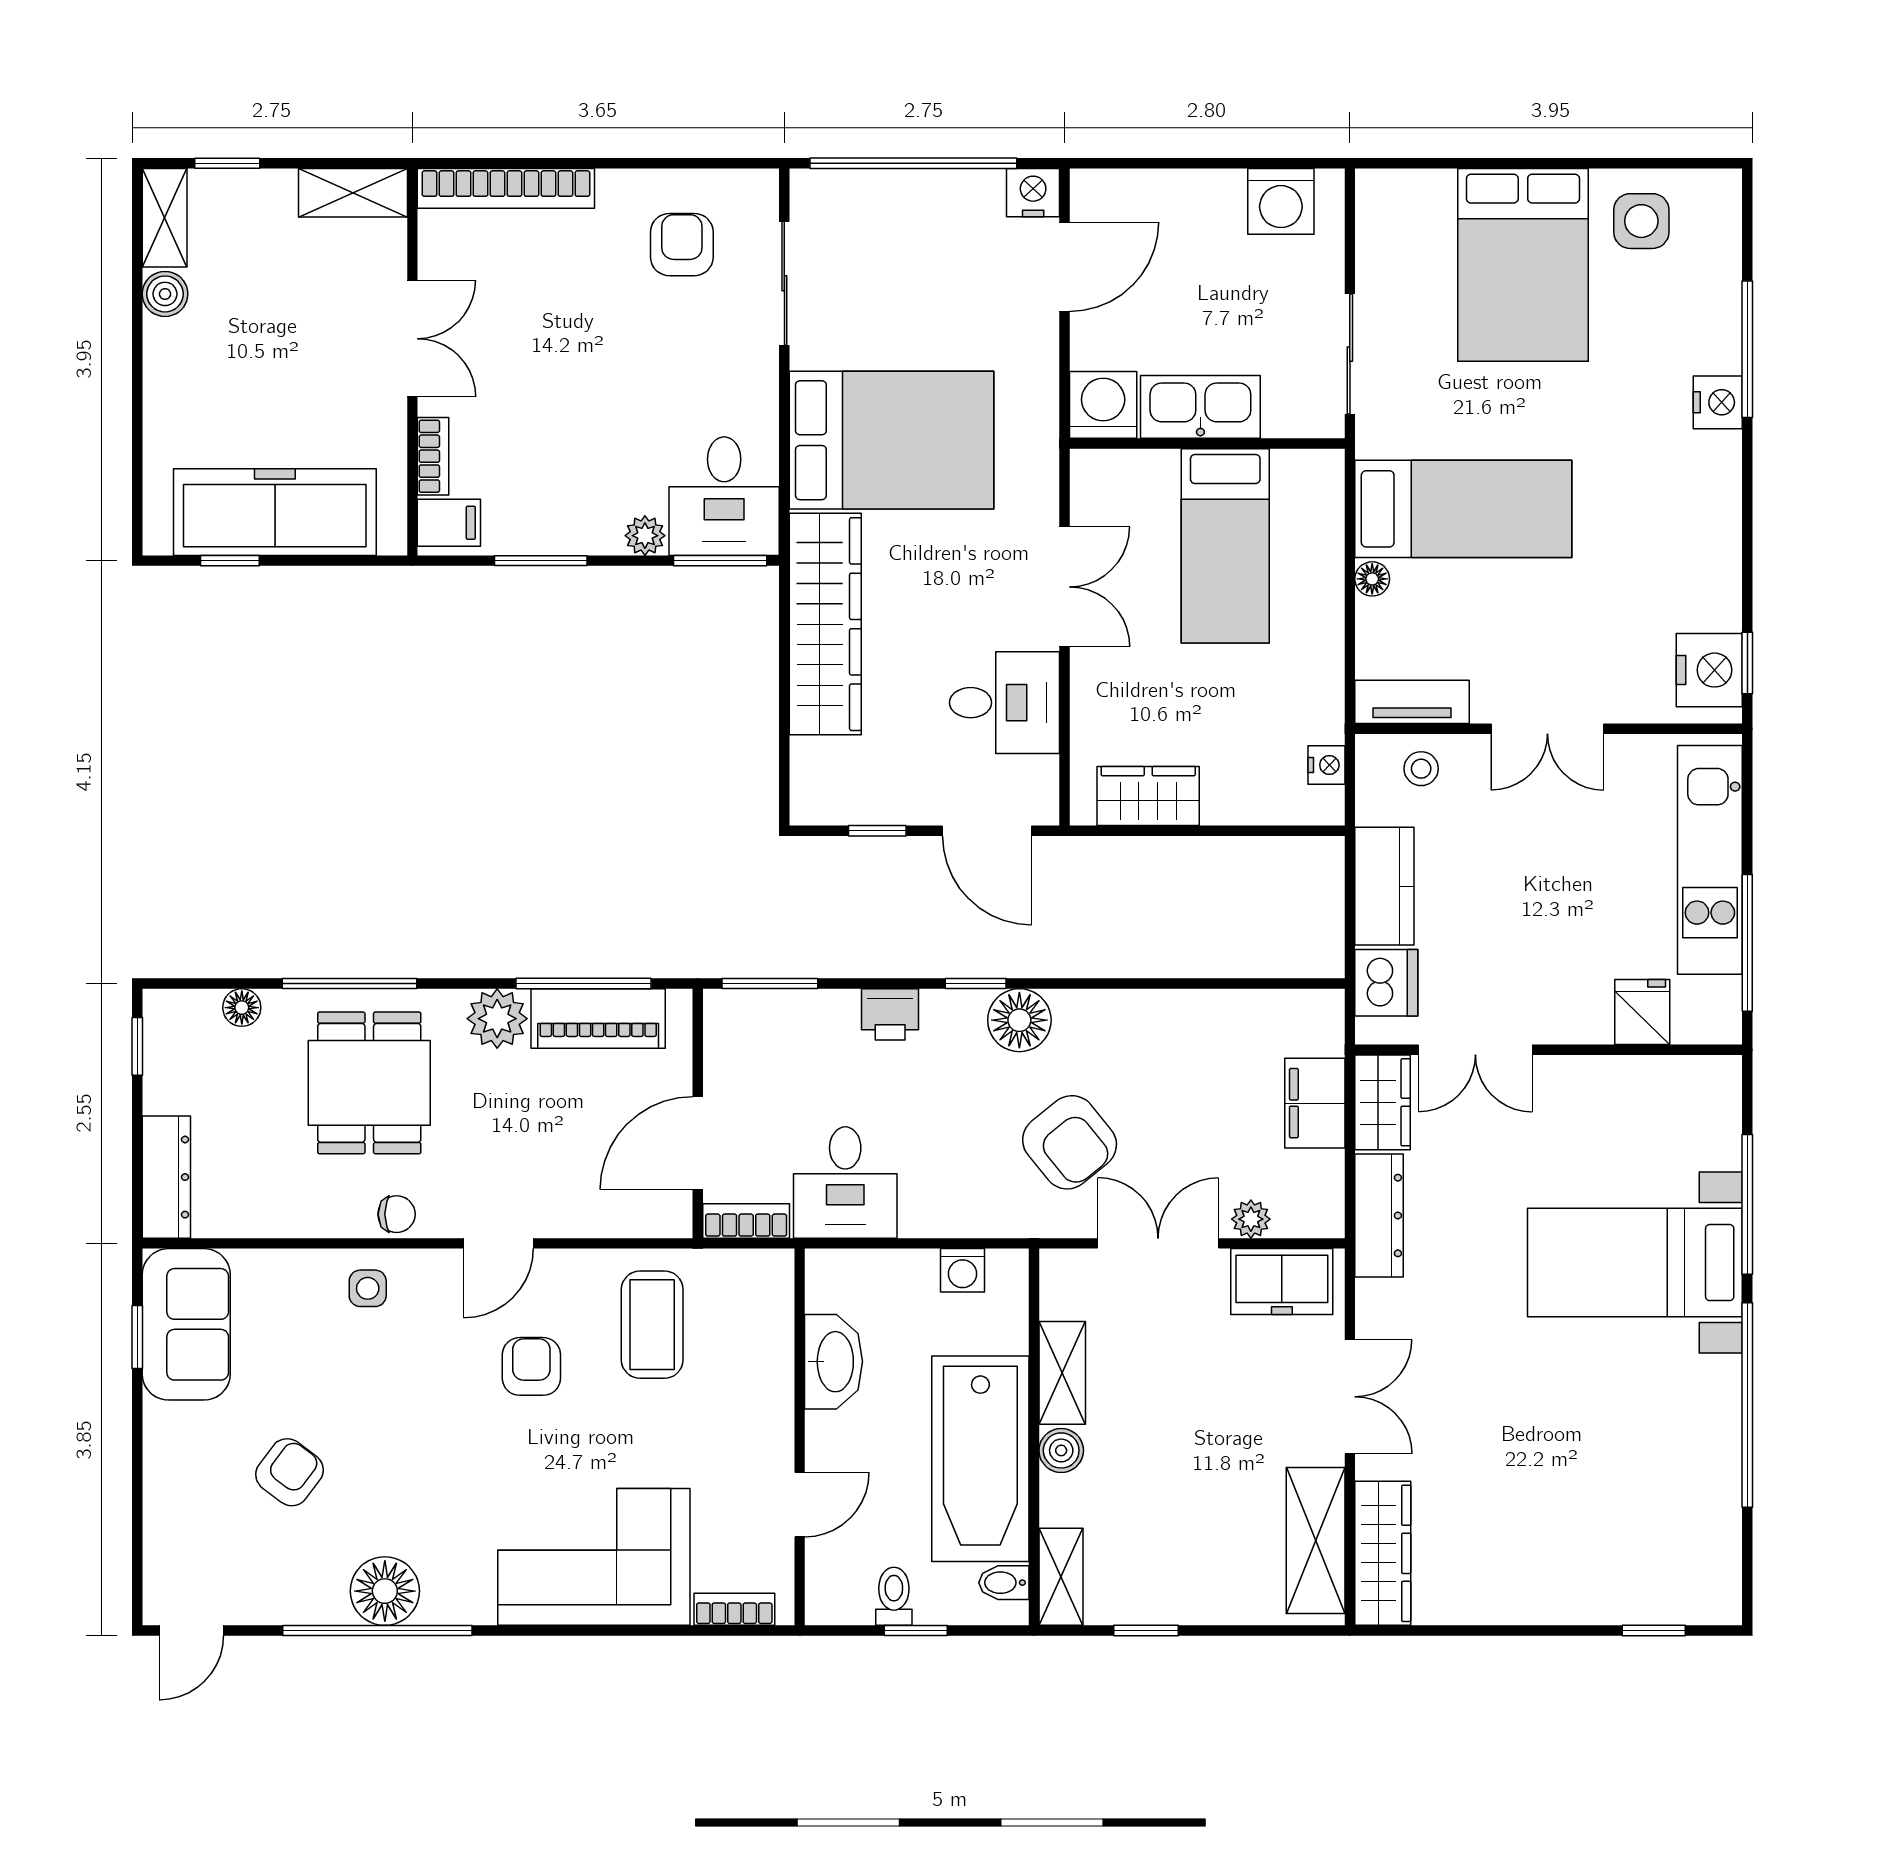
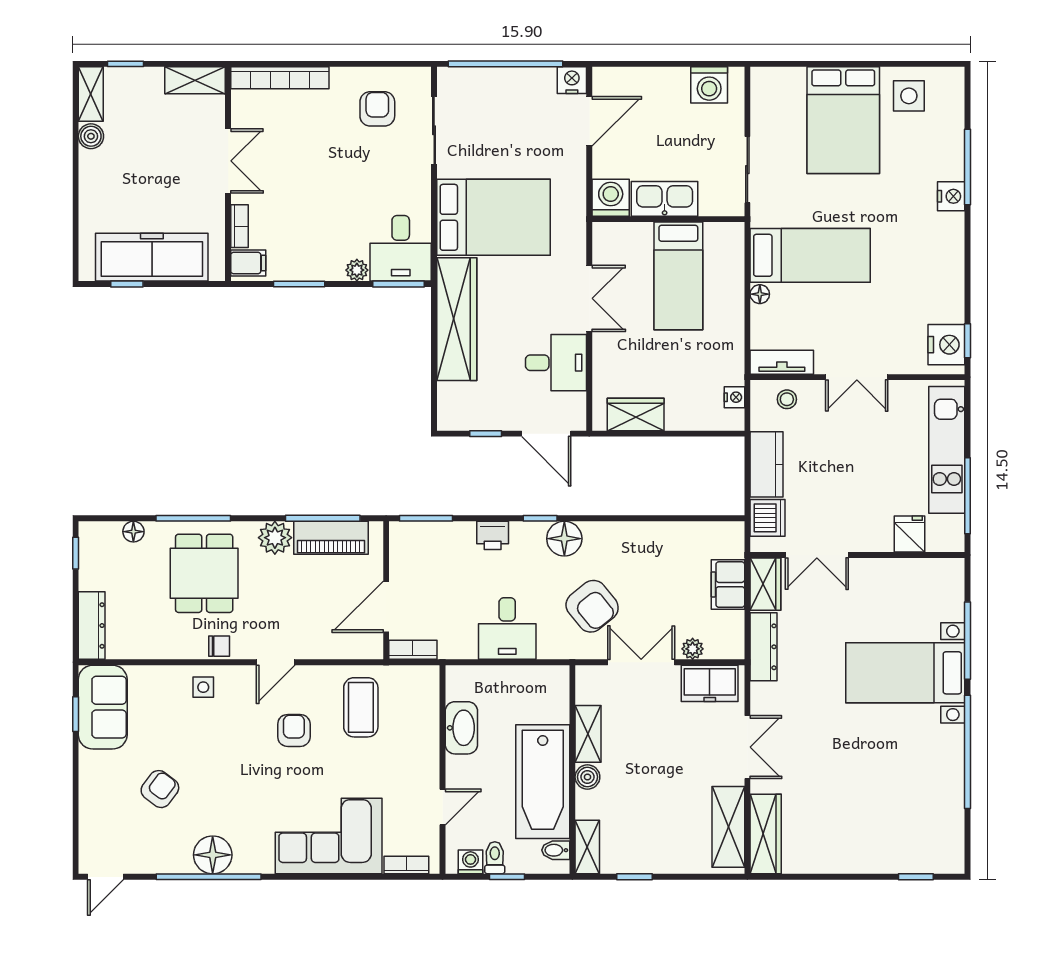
desk: (845, 1182) -> (507, 629), moved
washing machine: (962, 1270) -> (470, 862), moved, turned 180

